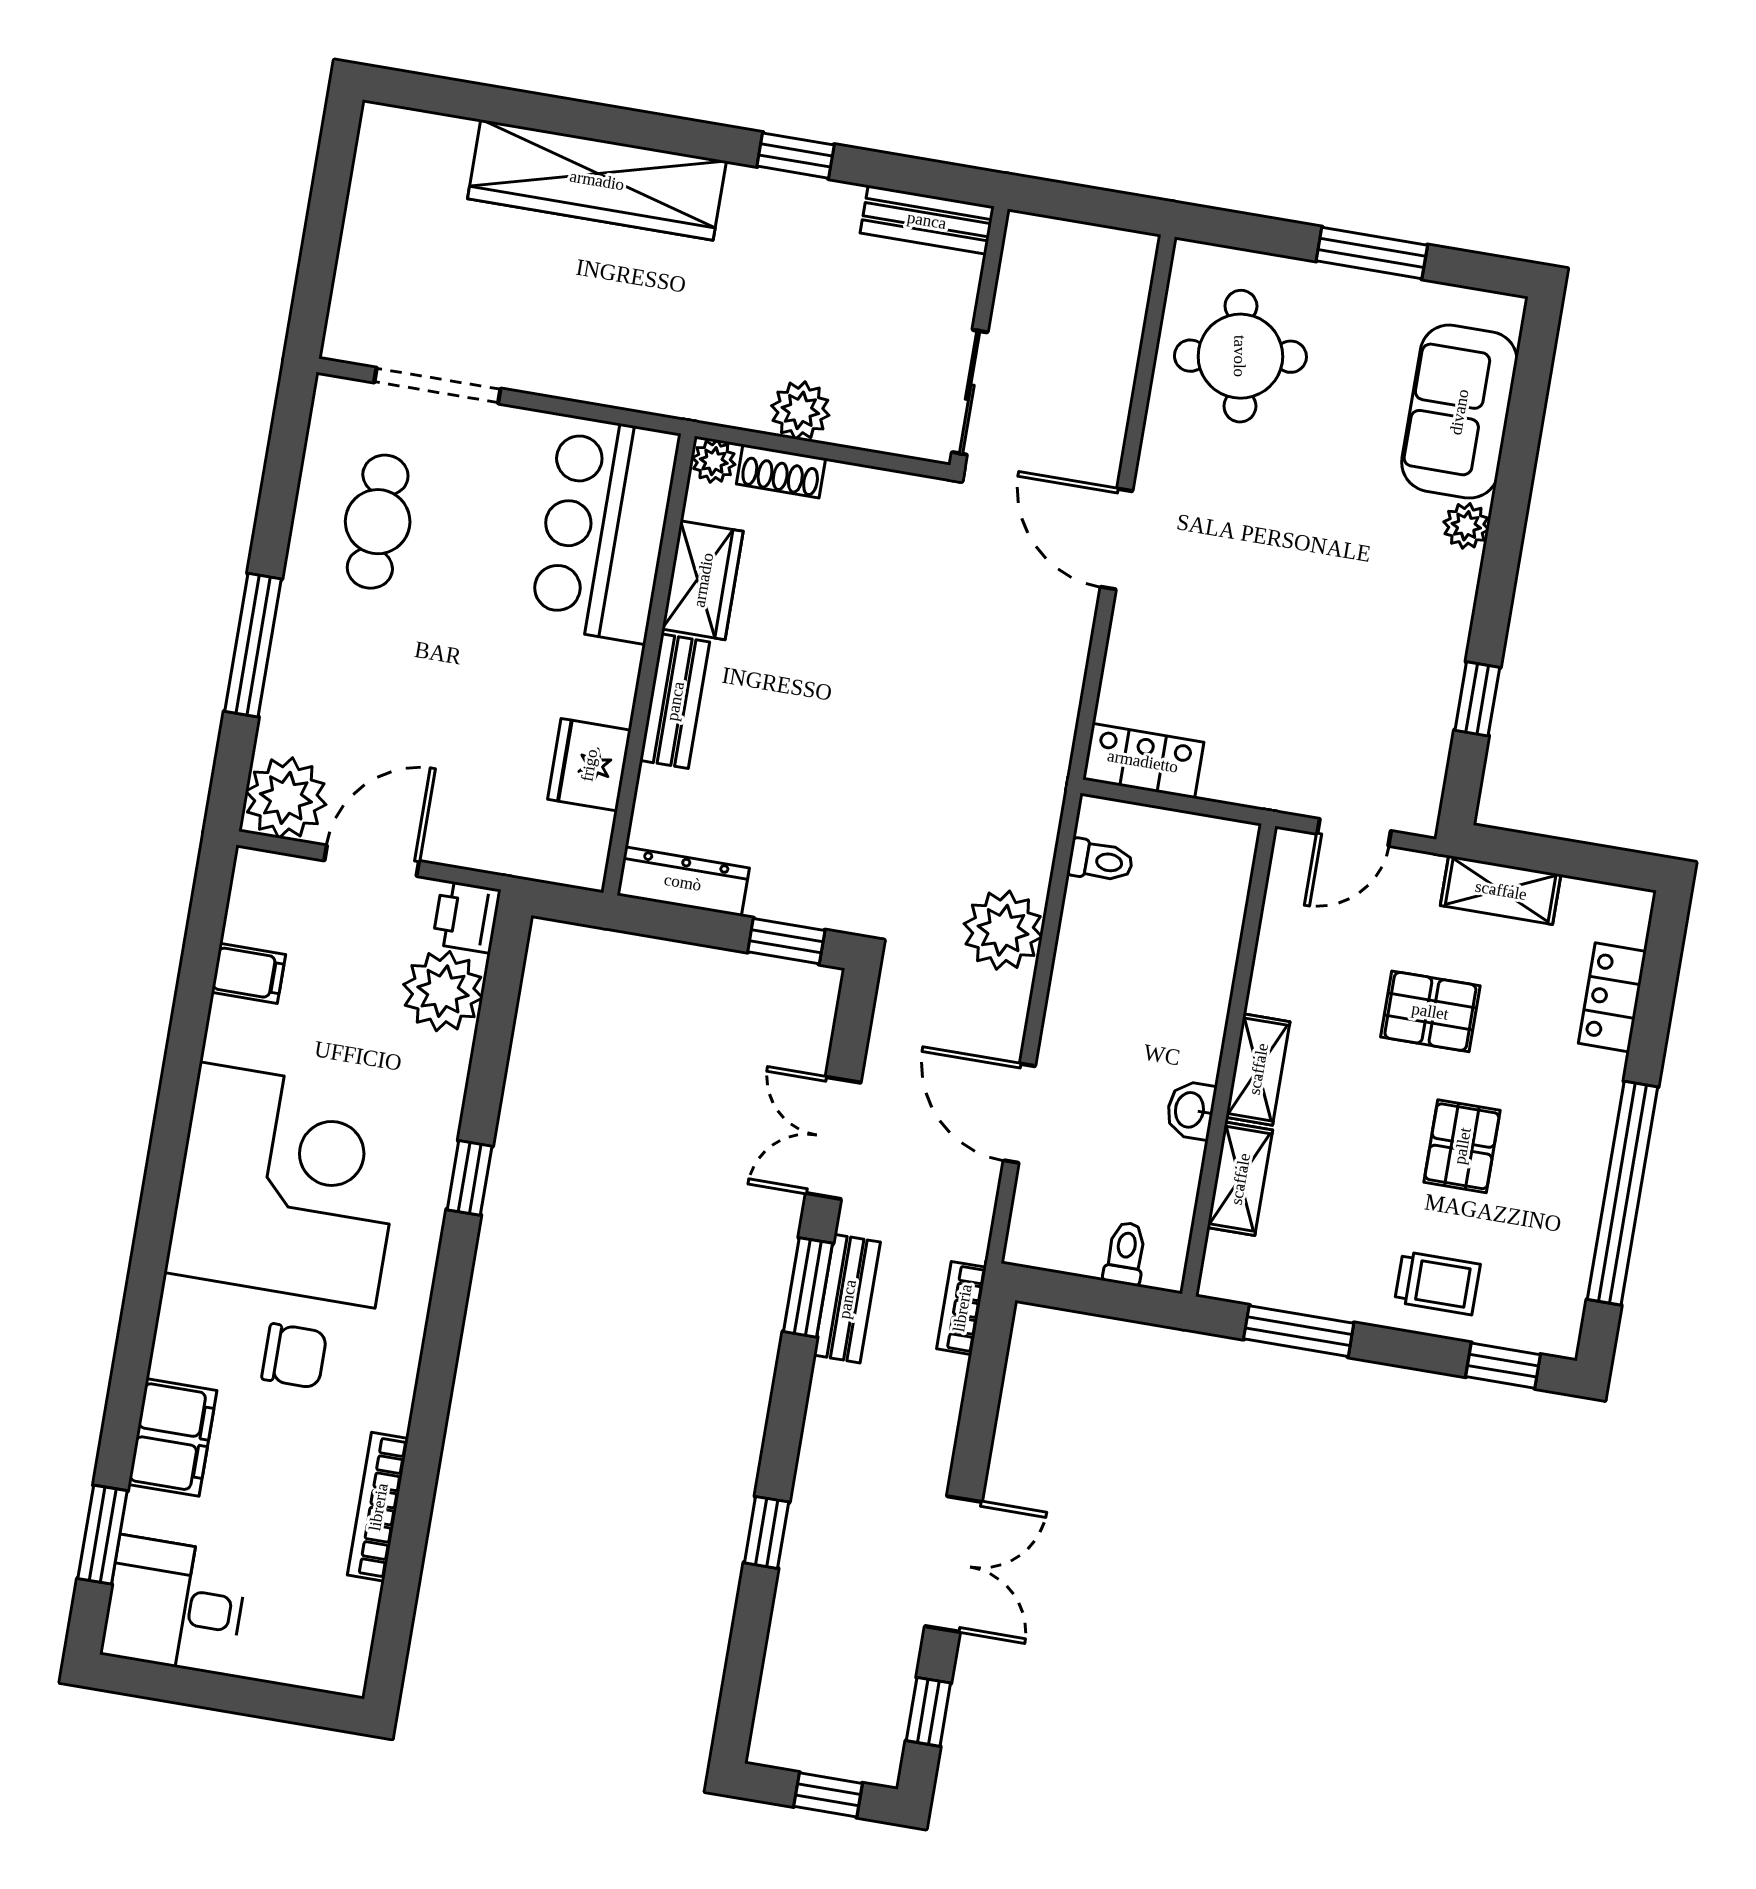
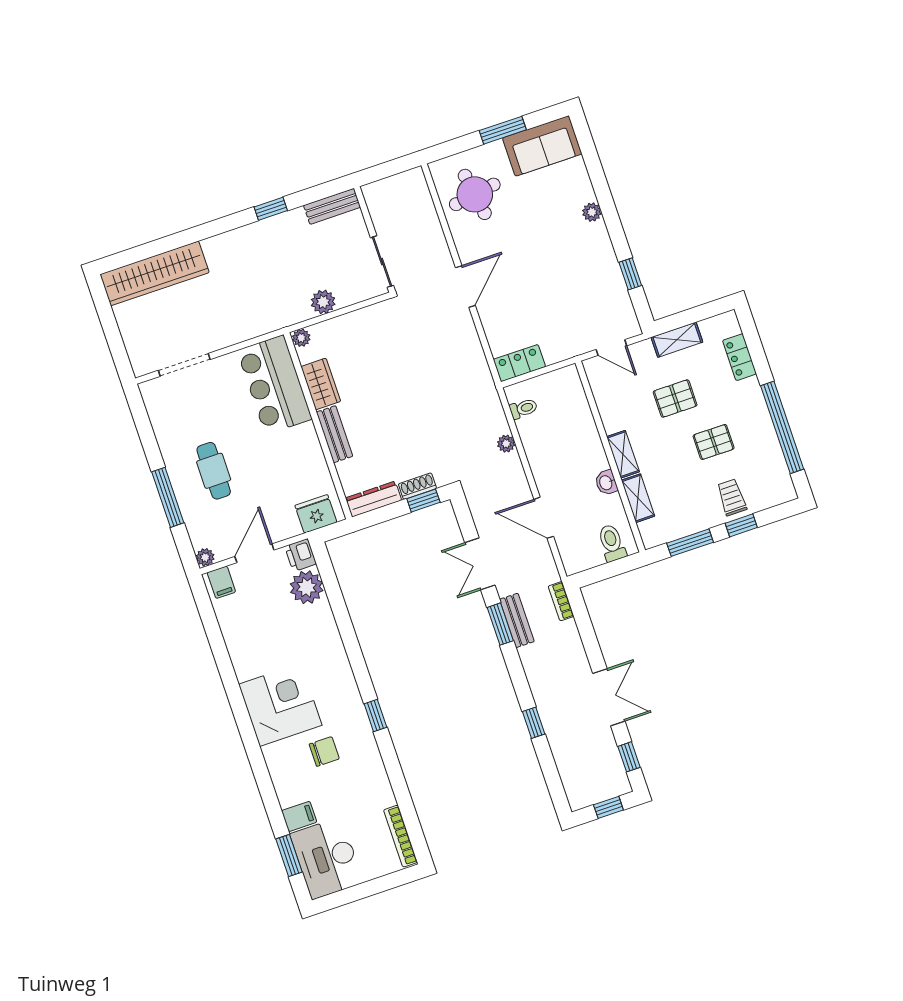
wardrobe: (597, 180) -> (155, 273), moved
sofa: (1459, 412) -> (542, 146), moved, turned -90
shoe rack: (781, 471) -> (417, 486), moved, turned 180
cafe table: (378, 522) -> (214, 471), moved
door: (1116, 539) -> (465, 287), swing flipped
fridge: (589, 765) -> (316, 514), moved, turned 90
plant: (286, 798) -> (205, 557), width x0.53, depth x0.53
door: (1354, 832) -> (611, 348), hinge flipped
plant: (1003, 930) -> (506, 444), width x0.53, depth x0.53
filing cabinet: (248, 973) -> (221, 582), moved, turned 90
pallet: (1462, 1146) -> (714, 442), turned 90
window: (470, 1178) -> (375, 716), moved
corner desk: (287, 1185) -> (280, 705), width x0.74, depth x0.74
toilet: (1125, 1254) -> (612, 543), width x1.37, depth x1.39
trolley: (1437, 1283) -> (732, 497), turned -90
window: (1503, 1366) -> (741, 525), moved
filing cabinet: (173, 1437) -> (299, 816), width x0.50
bookcase: (378, 1507) -> (401, 836), moved
desk: (175, 1605) -> (327, 858), width x1.37

